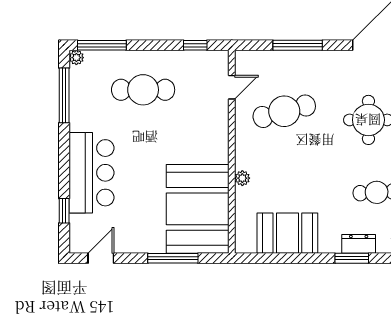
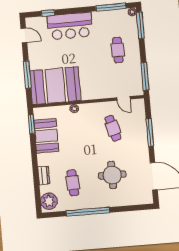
window: (195, 45) -> (145, 76), width x2.17
cafe table: (143, 90) -> (118, 50), width x0.73, depth x0.74
cafe table: (284, 111) -> (113, 128), width x0.73, depth x0.74
window: (352, 258) -> (31, 124), moved

